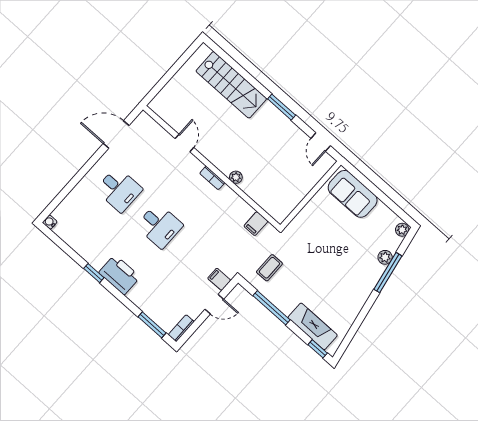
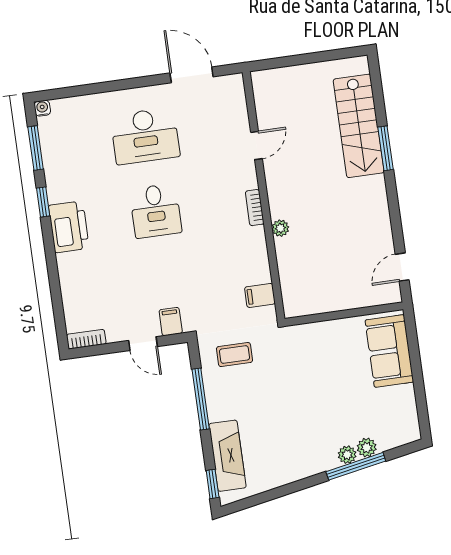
window: (282, 107) -> (386, 148), moved
desk: (119, 190) -> (145, 136), width x1.37
plant: (402, 230) -> (347, 455), moved
window: (152, 325) -> (36, 148), moved

